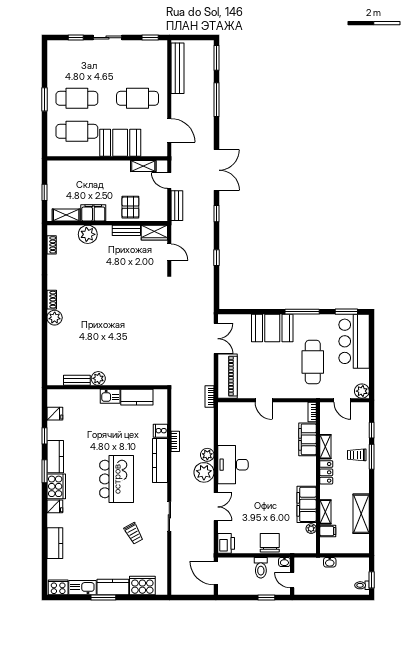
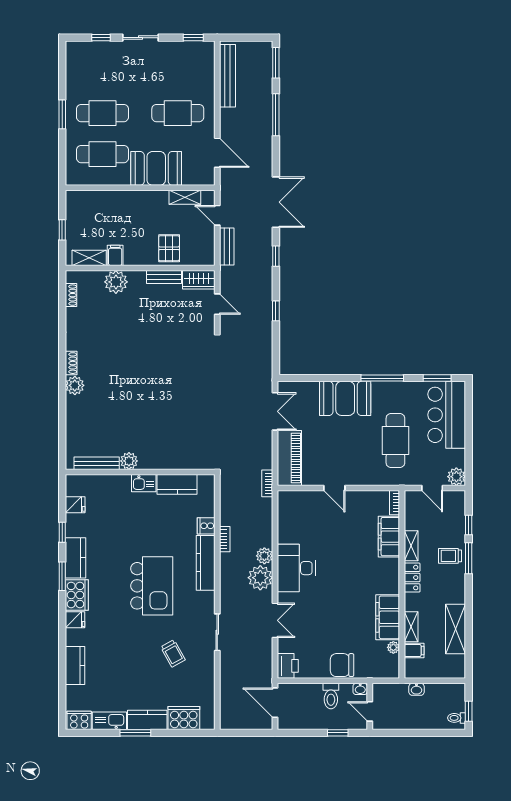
filing cabinet: (93, 213) -> (115, 255), width x0.50
bench: (77, 380) -> (97, 463), width x1.36
chair: (270, 543) -> (342, 665), turned -90

